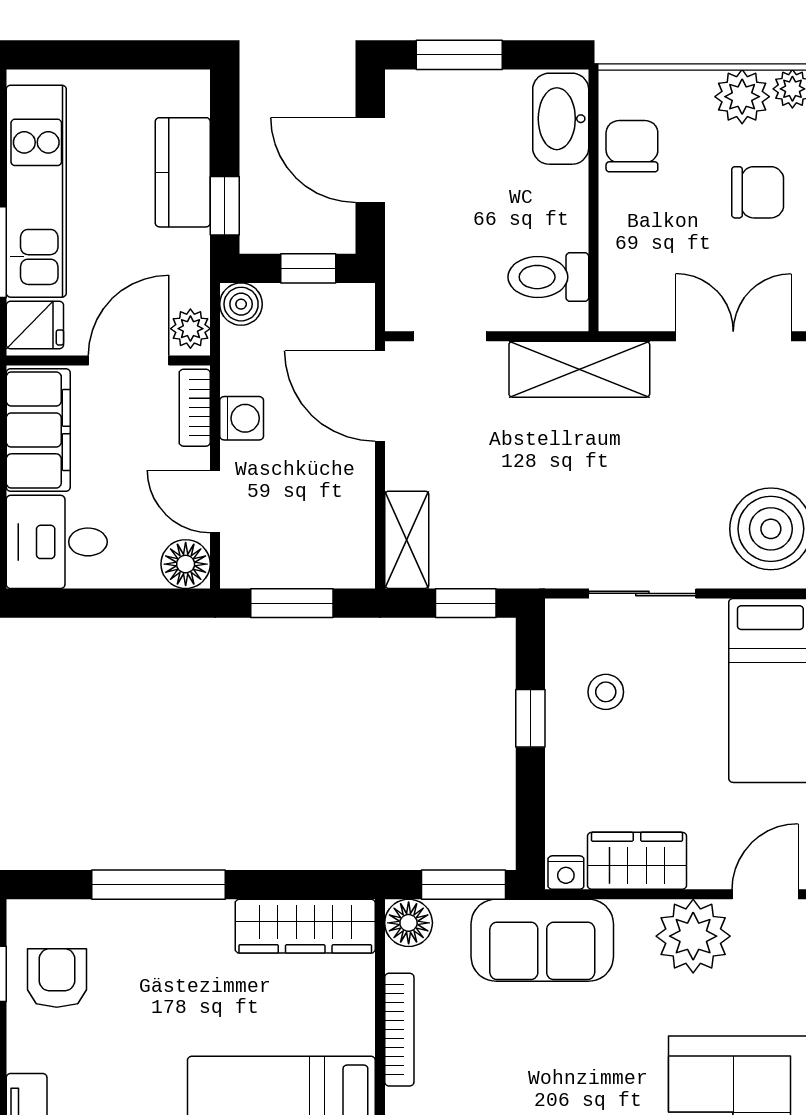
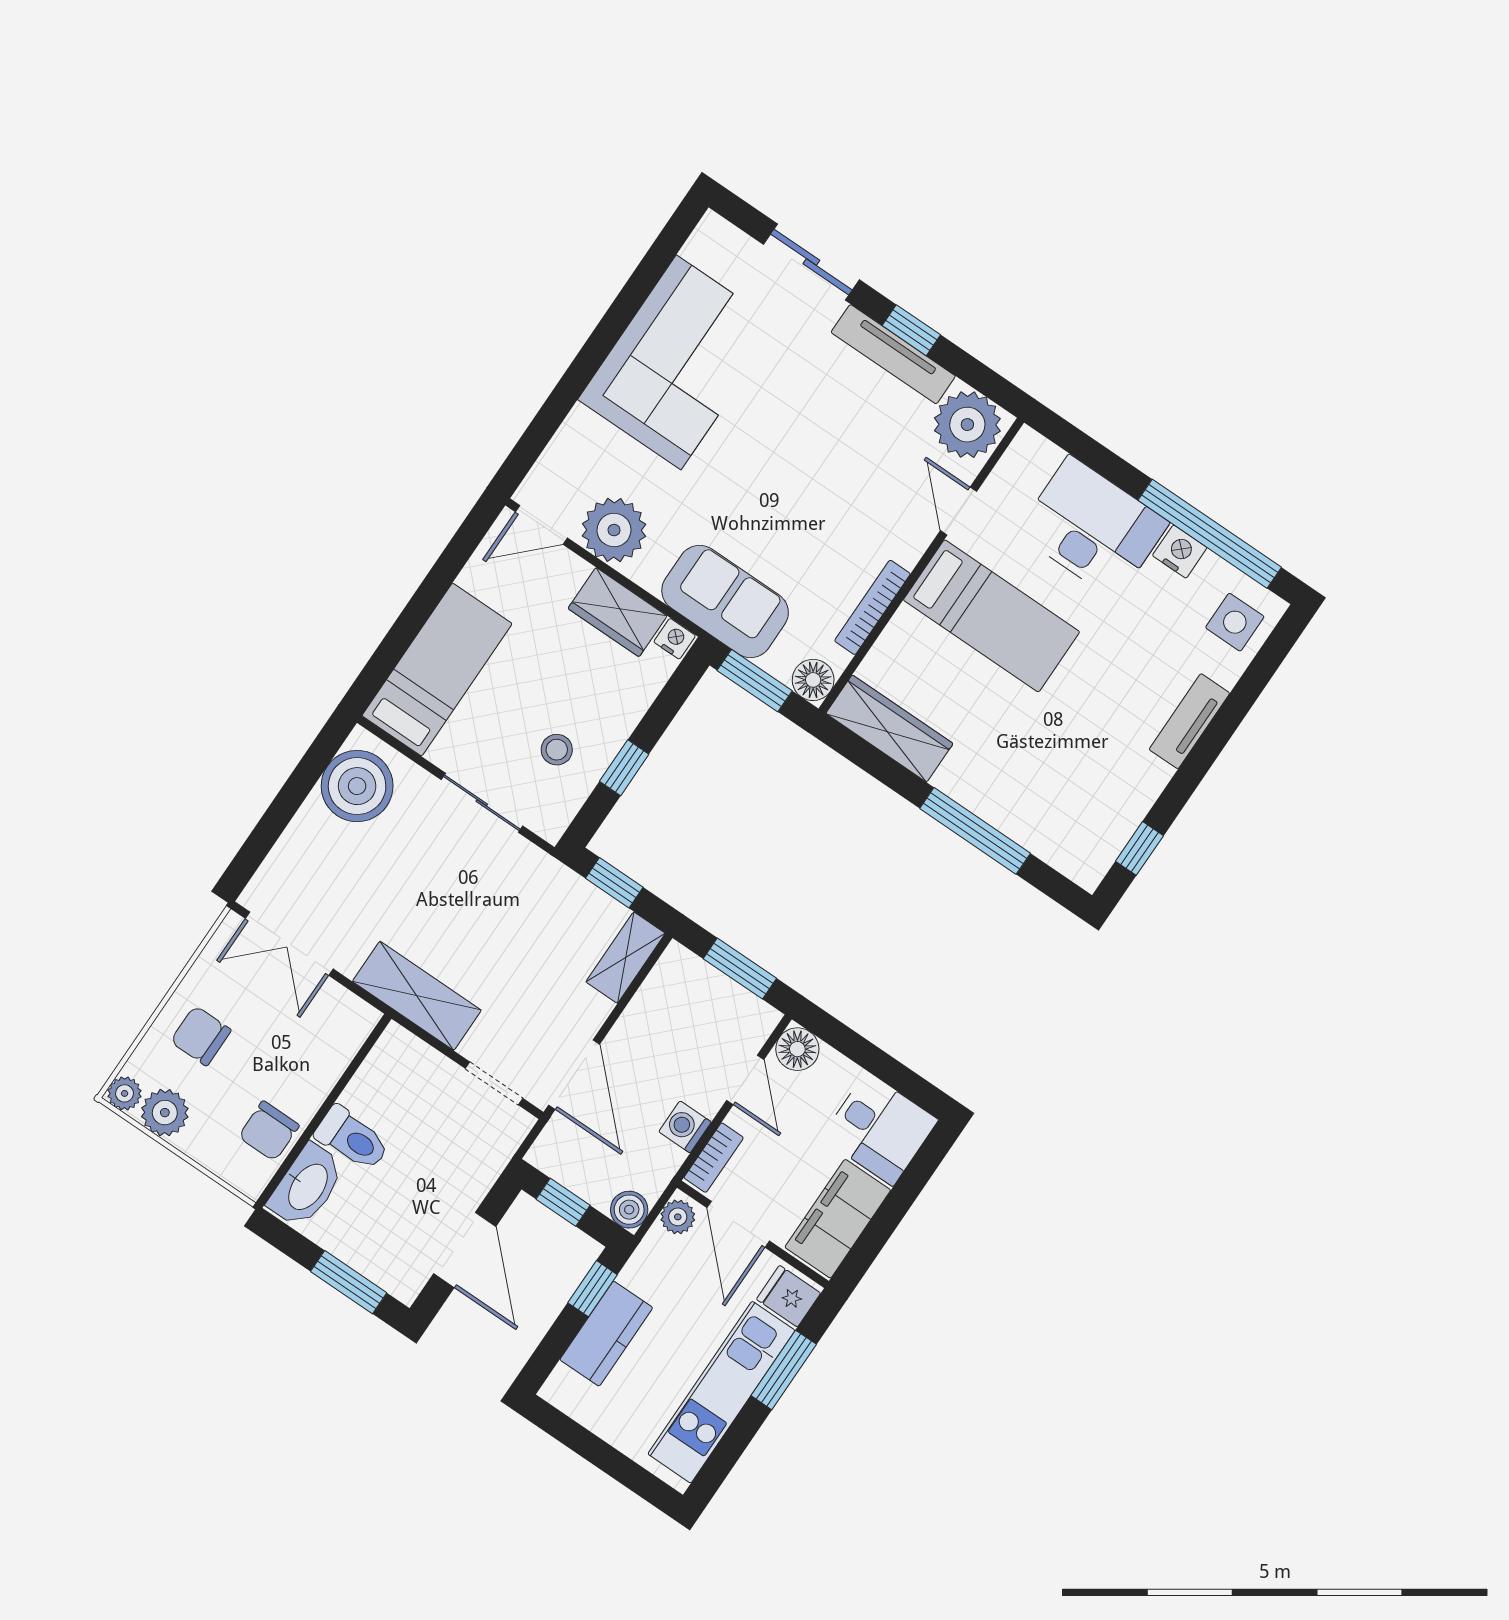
toilet: (548, 277) -> (352, 1139), moved
door: (129, 361) -> (738, 1224), hinge flipped
armchair: (57, 978) -> (1094, 813), removed

